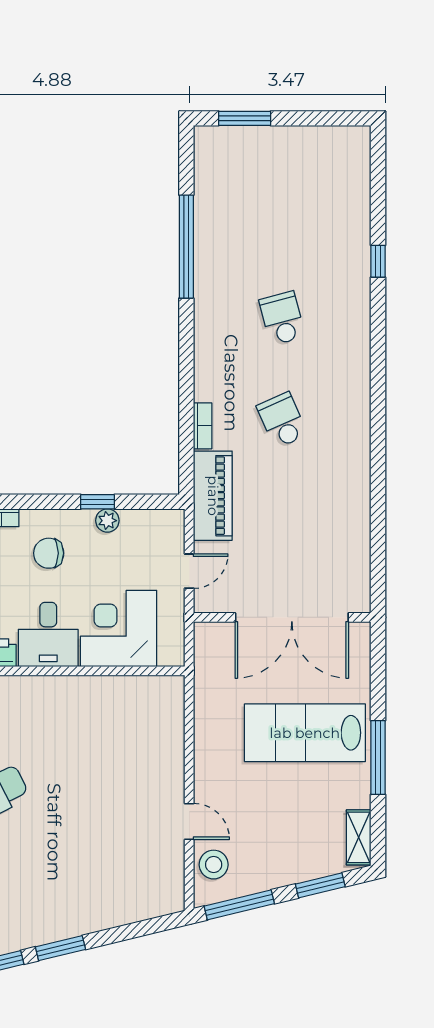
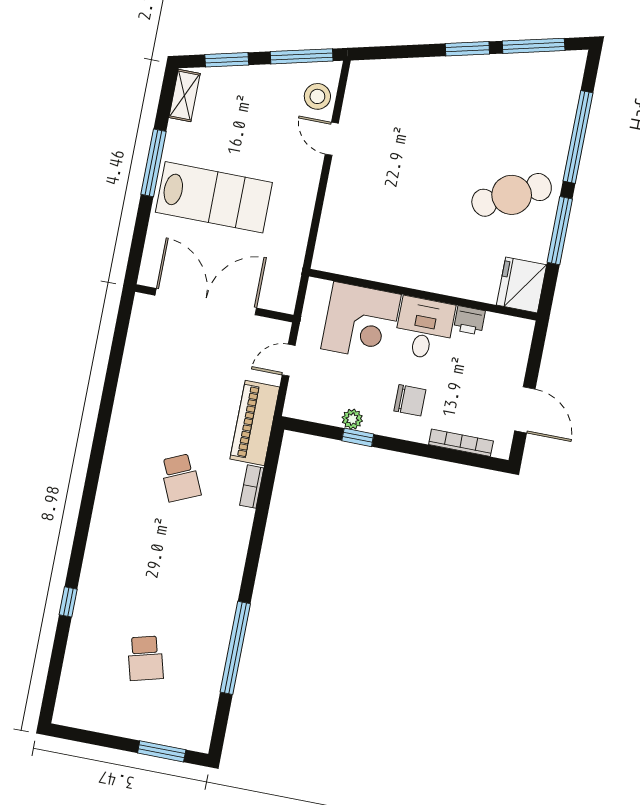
school desk: (282, 318) -> (145, 658), moved

